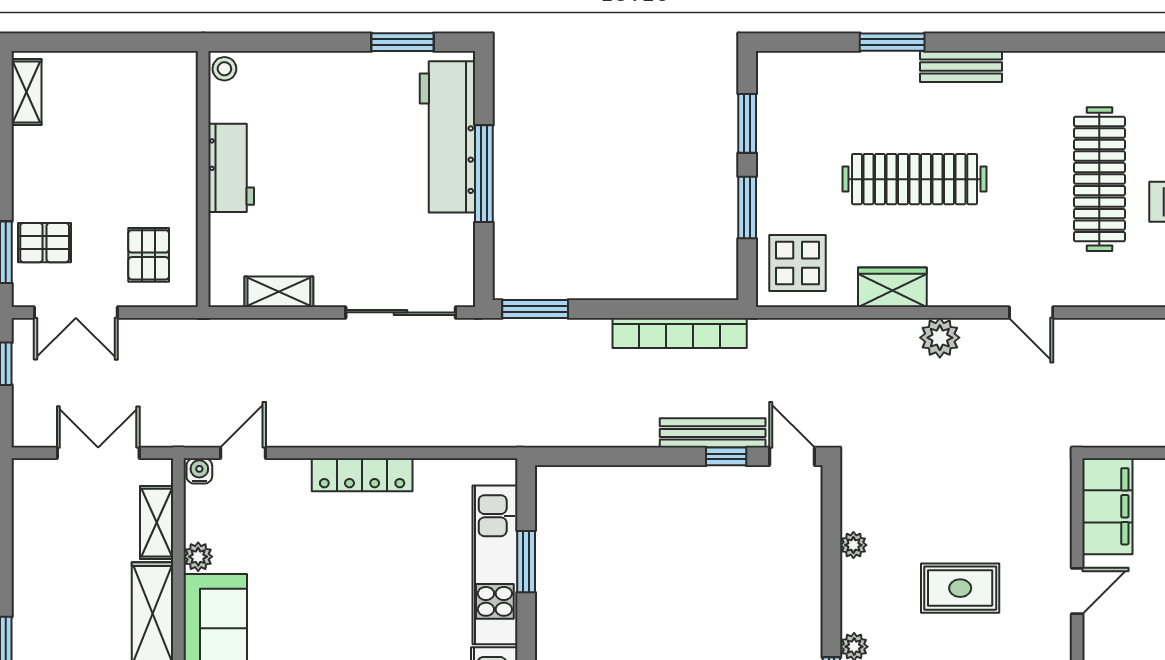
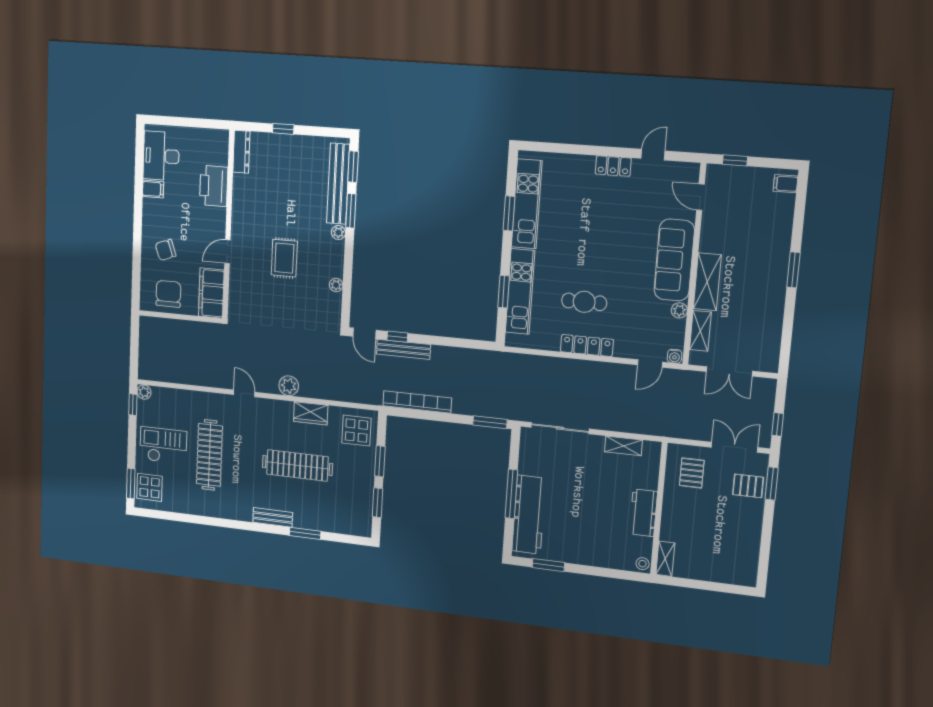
shelving: (27, 92) -> (665, 559), moved
cafe table: (373, 556) -> (584, 302), added
rug: (960, 588) -> (284, 258), turned 90

